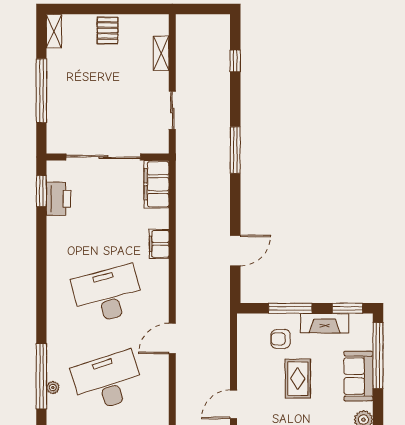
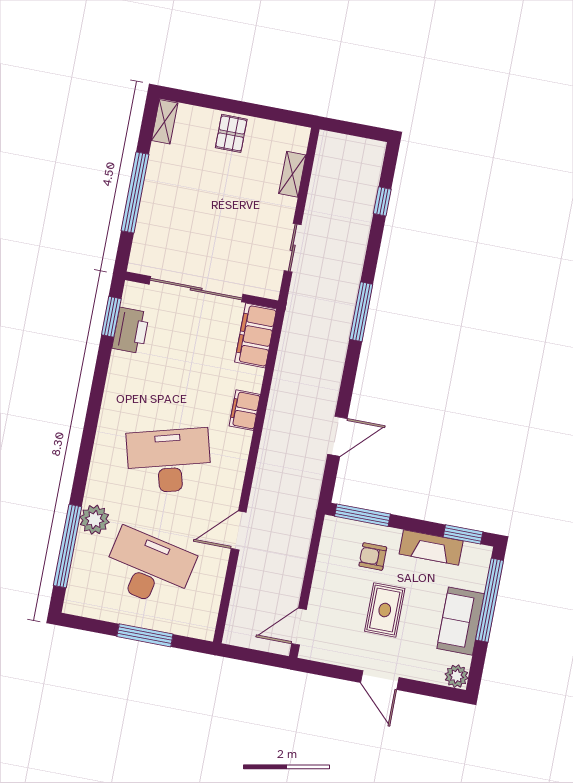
window: (290, 308) -> (362, 515), moved
desk: (108, 381) -> (149, 568), turned 30
plant: (53, 388) -> (94, 520), moved, width x1.88, depth x1.88

